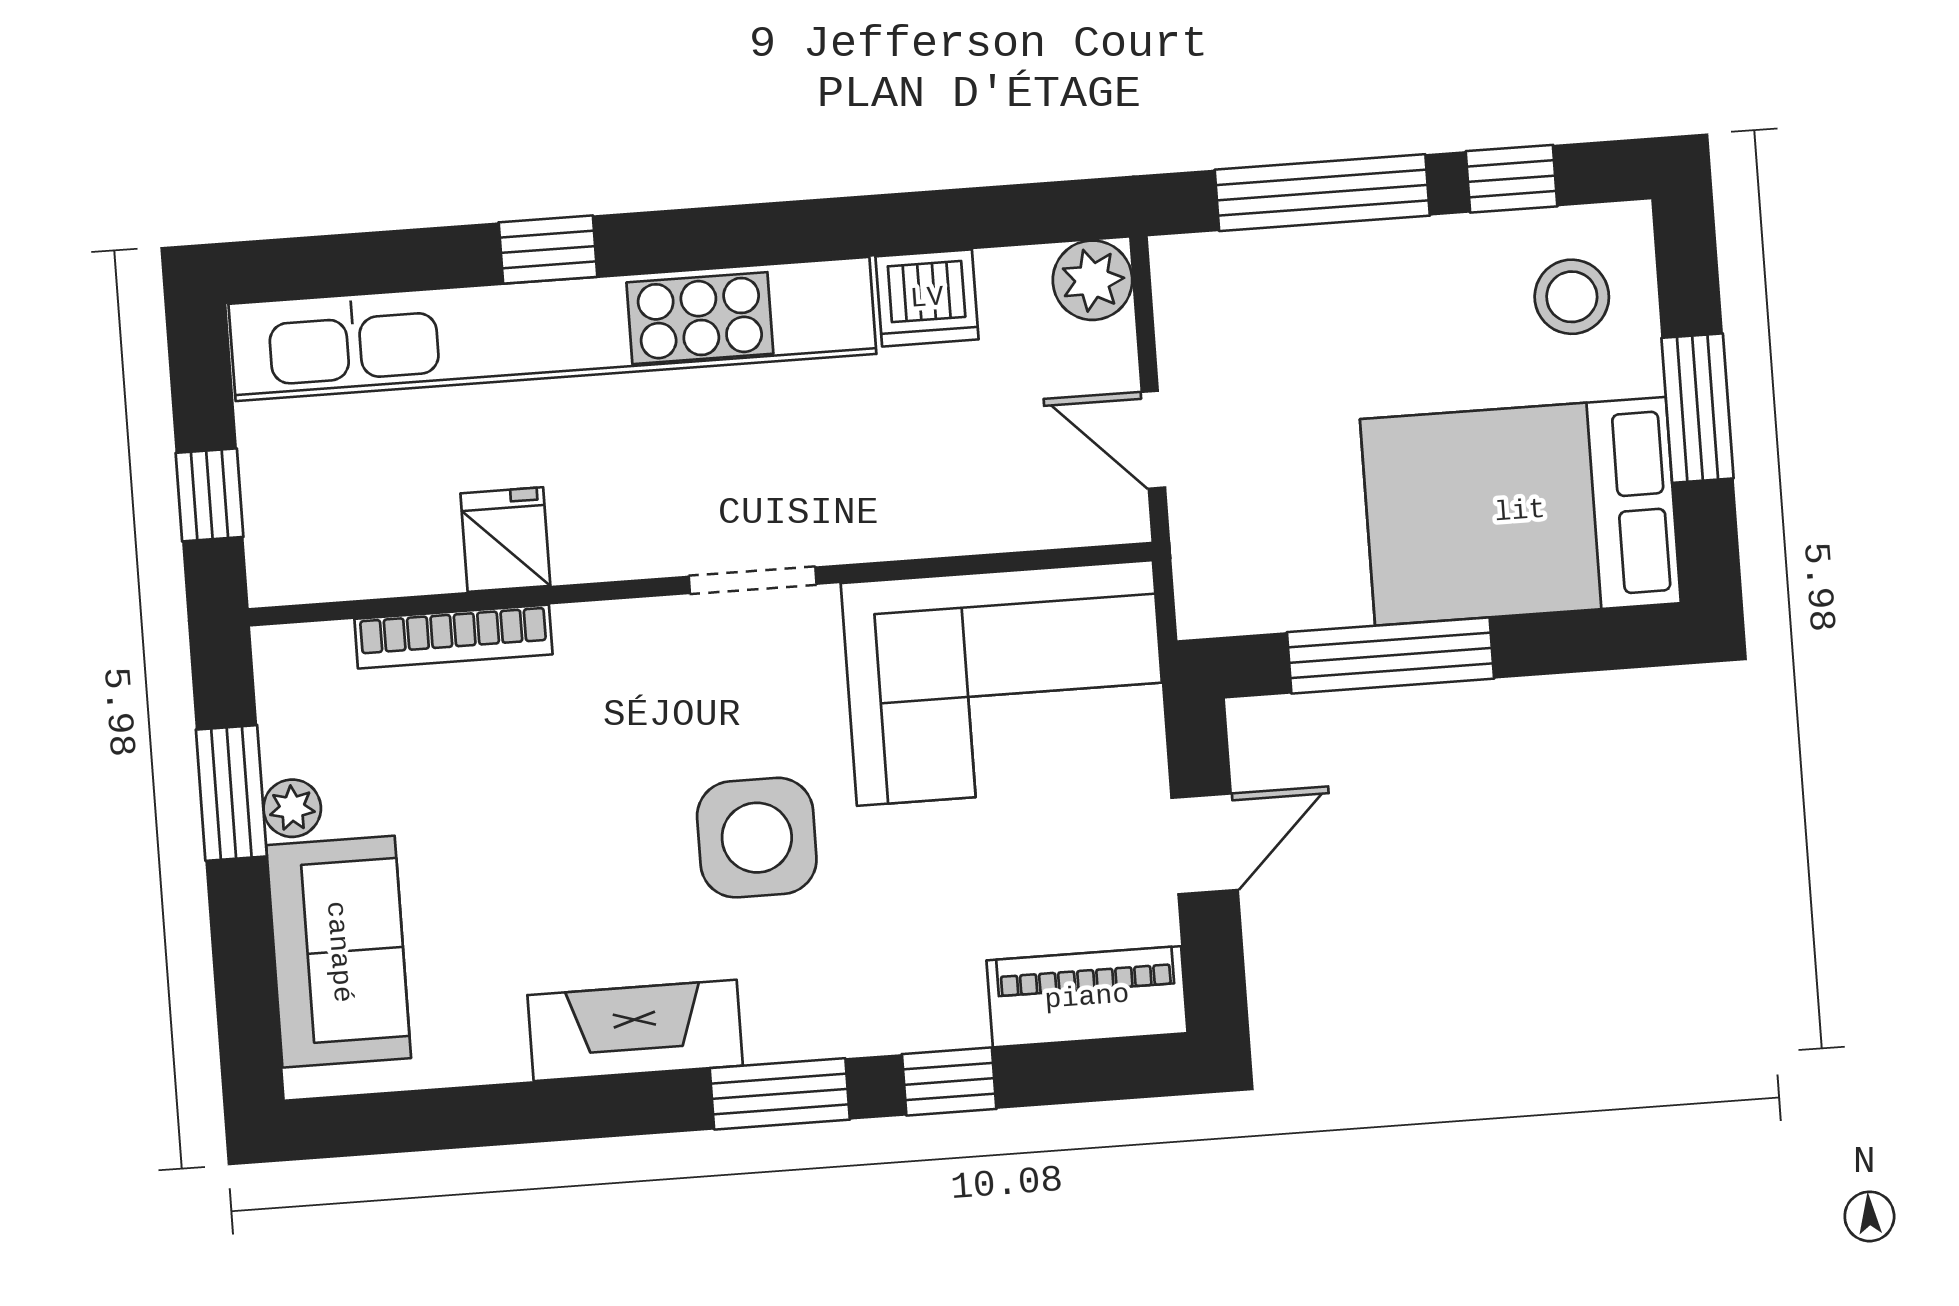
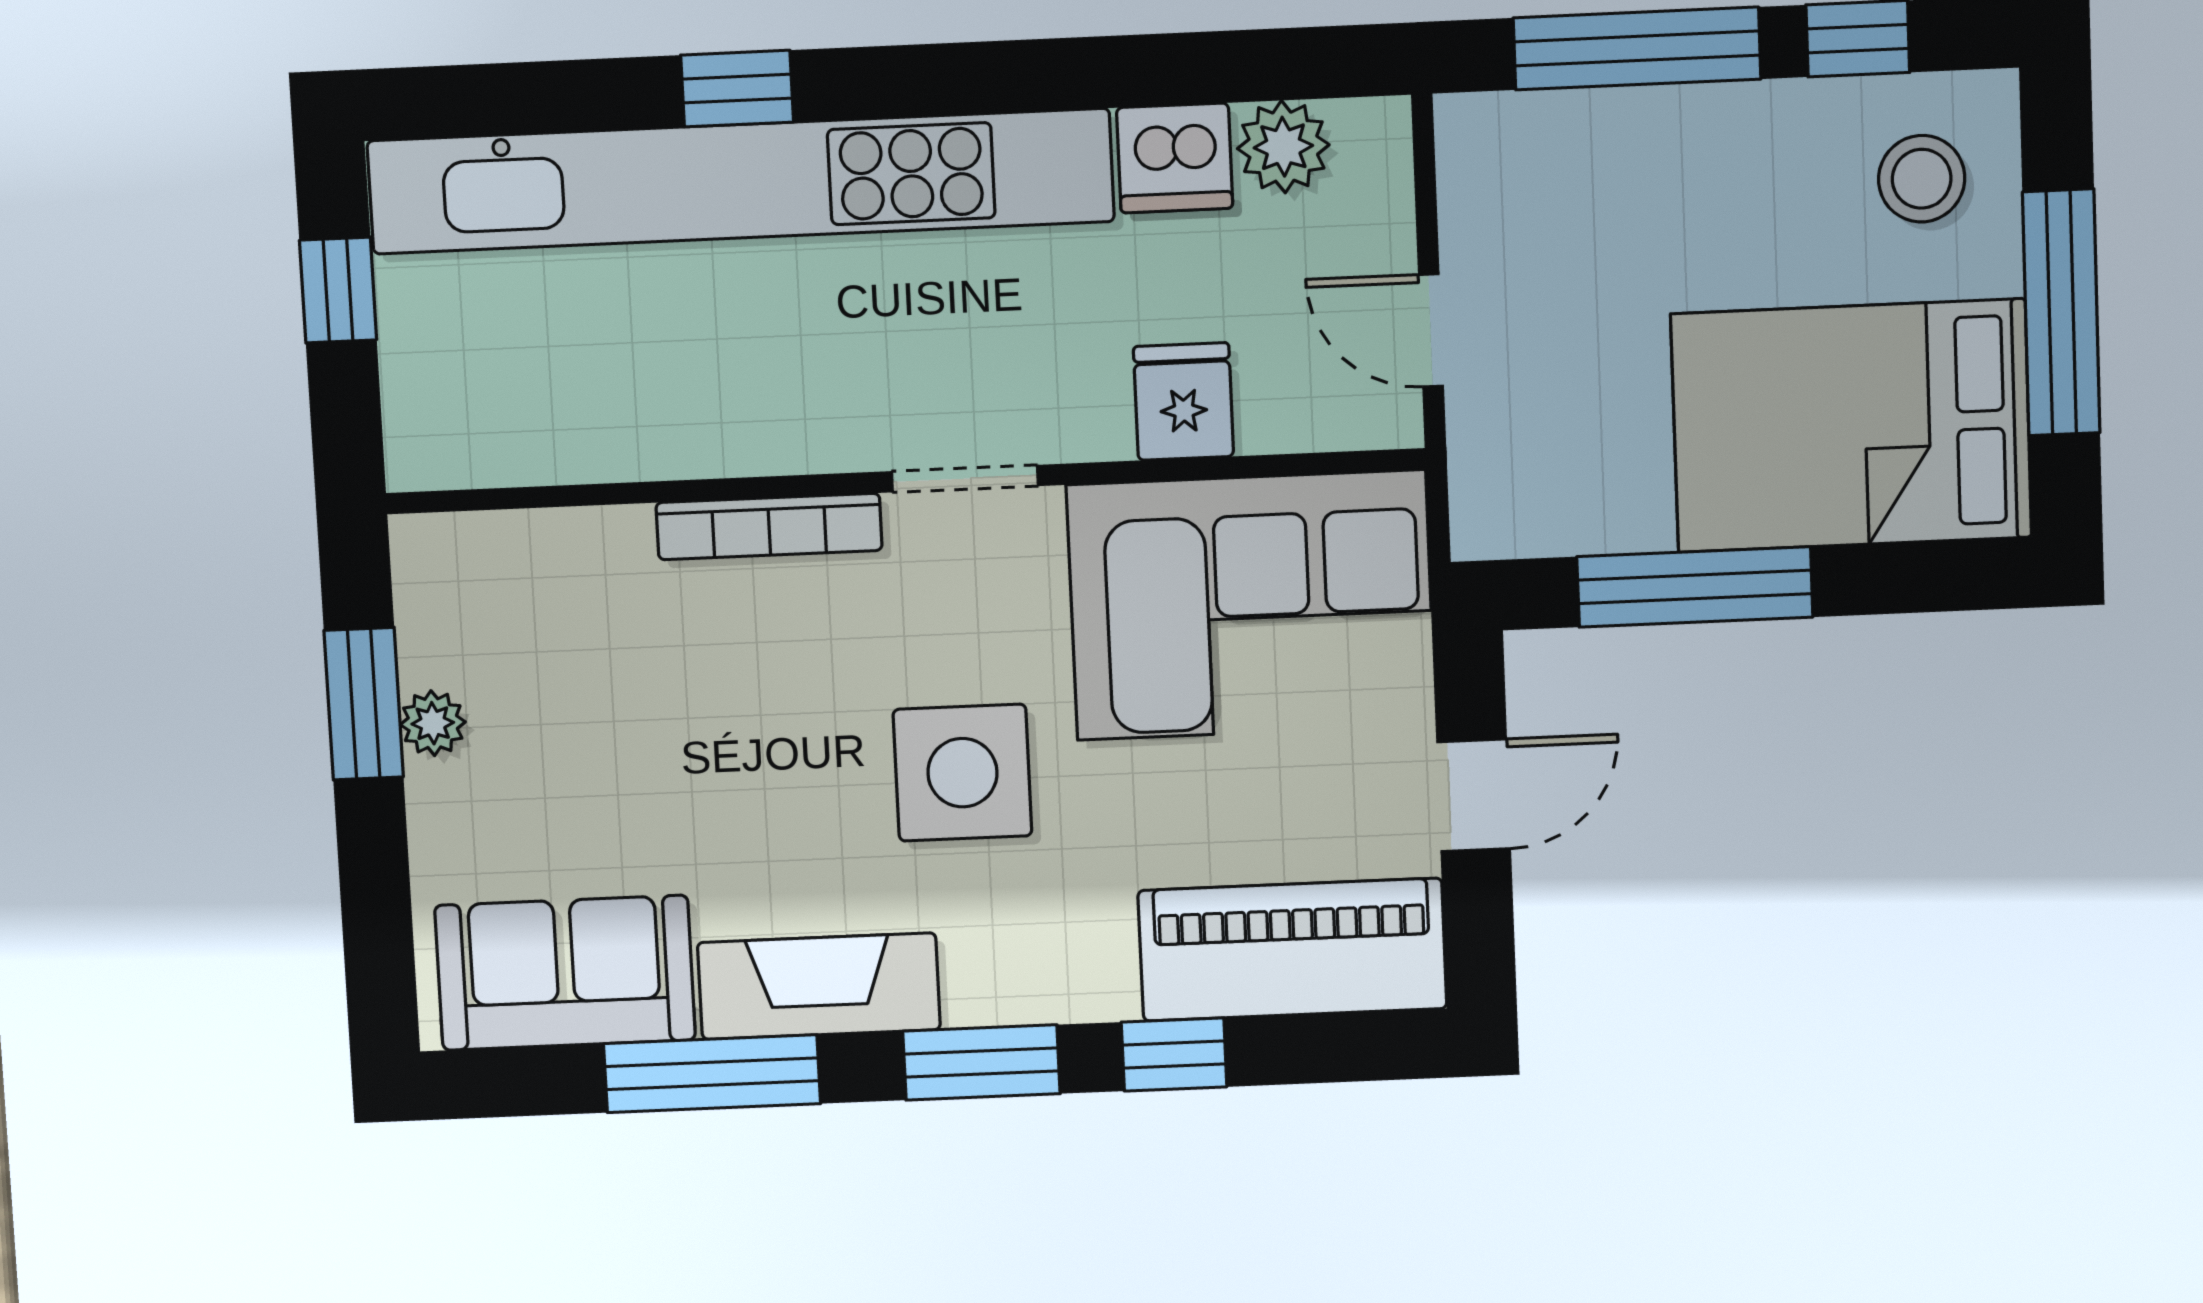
plant: (1092, 280) -> (1283, 147), moved
window: (1697, 408) -> (2061, 313), width x1.44
window: (209, 495) -> (338, 290), moved
fridge: (505, 540) -> (1183, 402), moved
bookcase: (453, 637) -> (769, 526), moved
sofa: (339, 952) -> (565, 973), moved, turned -90
piano: (1087, 997) -> (1292, 950), width x1.37, depth x1.33
window: (543, 1111) -> (712, 1074), added

